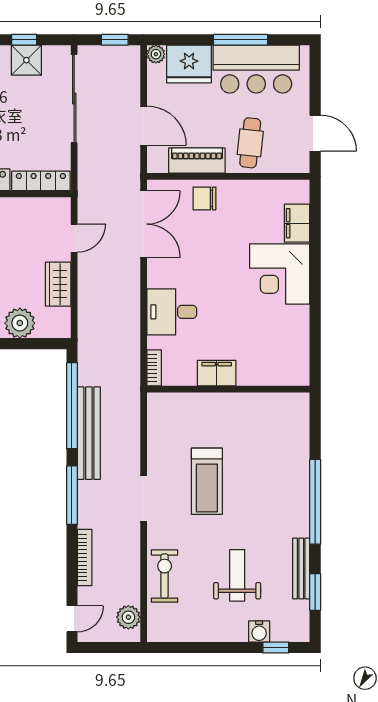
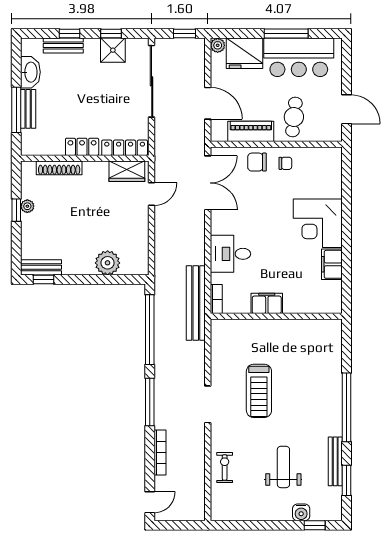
chair: (240, 200) -> (285, 163), added
filing cabinet: (297, 223) -> (332, 264), moved
wardrobe: (58, 284) -> (127, 171), moved, turned -90
bench: (89, 433) -> (196, 303), moved
exercise bike: (165, 576) -> (225, 467), width x0.73, depth x0.72
plant: (128, 617) -> (195, 501), removed

